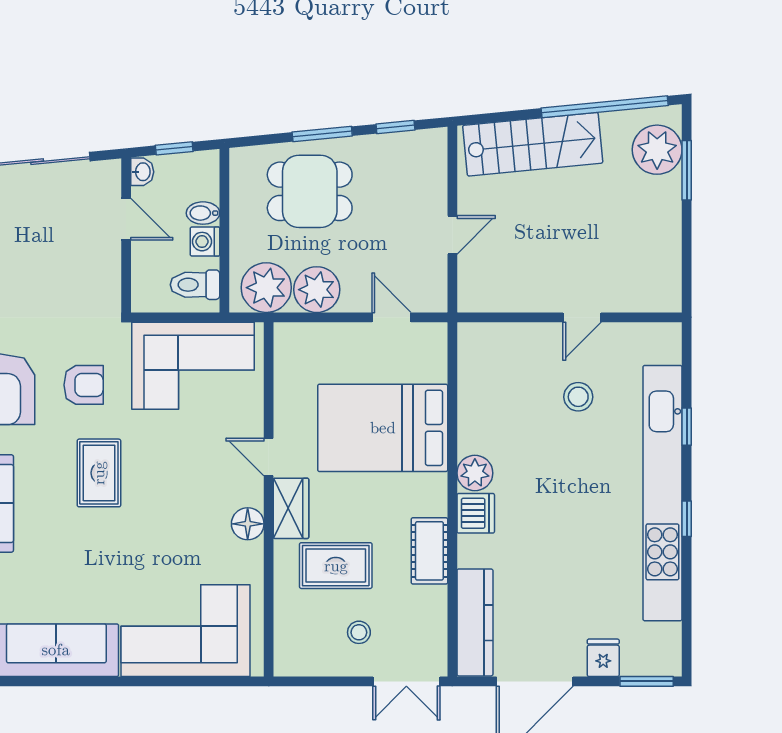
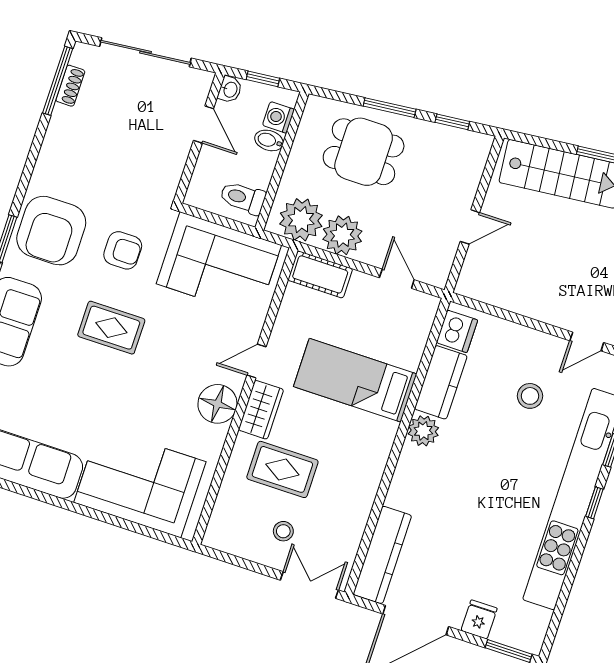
washing machine: (205, 242) -> (278, 117), moved
door: (582, 317) -> (587, 342), moved
kitchen counter: (476, 414) -> (441, 382), added
bed: (383, 428) -> (355, 380), width x0.67
door: (269, 457) -> (257, 361), hinge flipped
rug: (99, 473) -> (111, 328), turned 90
dishwasher: (476, 513) -> (457, 331), moved
window: (687, 519) -> (594, 503), moved
floor lamp: (248, 524) -> (217, 404), width x1.38, depth x1.38
cot: (429, 551) -> (320, 274), moved, turned 90
double door: (406, 681) -> (309, 585), swing flipped

